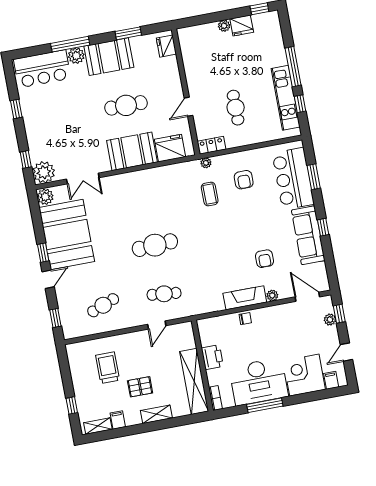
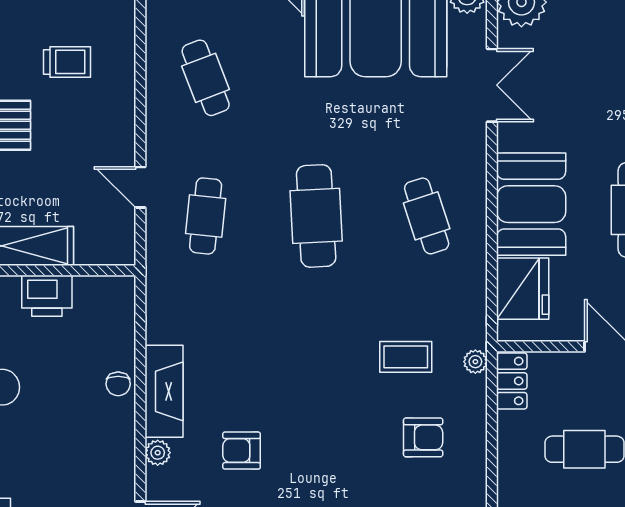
double door: (83, 178) -> (492, 85), swing flipped
armchair: (244, 180) -> (423, 437), turned 180
cafe table: (146, 196) -> (427, 216), added
trolley: (108, 368) -> (67, 62), width x0.73, depth x0.72

